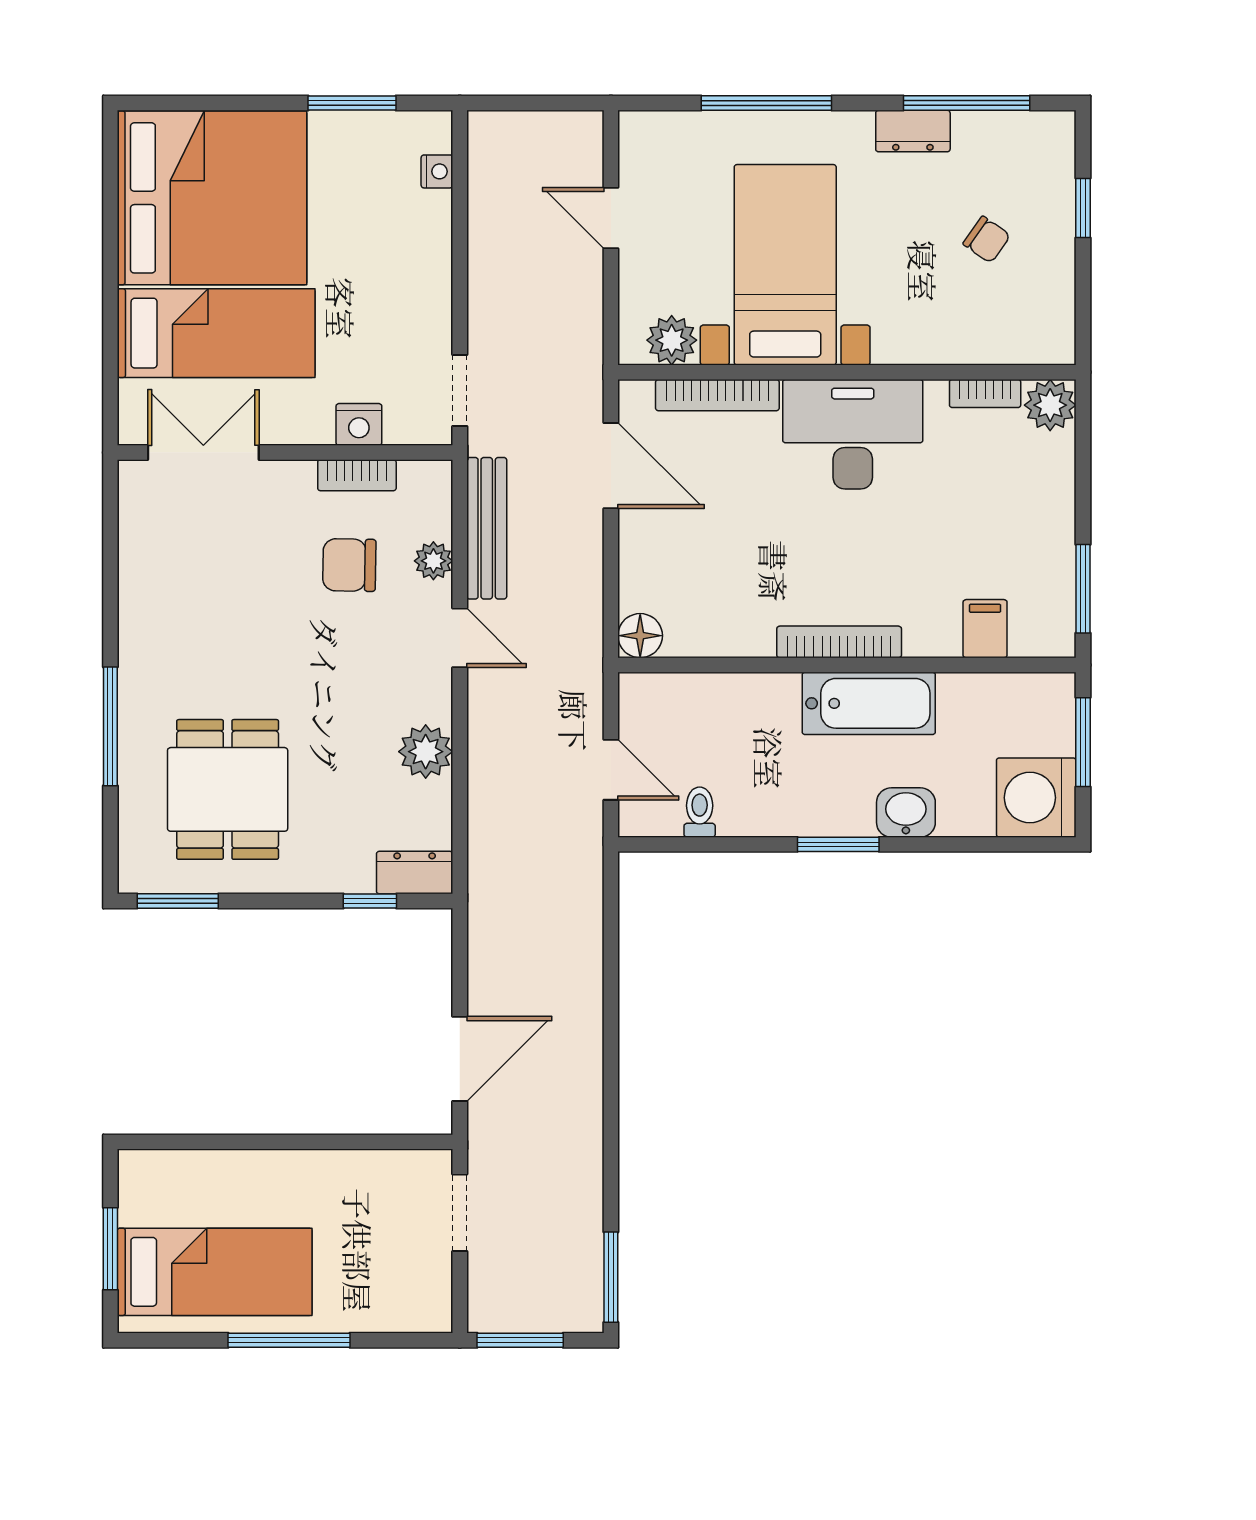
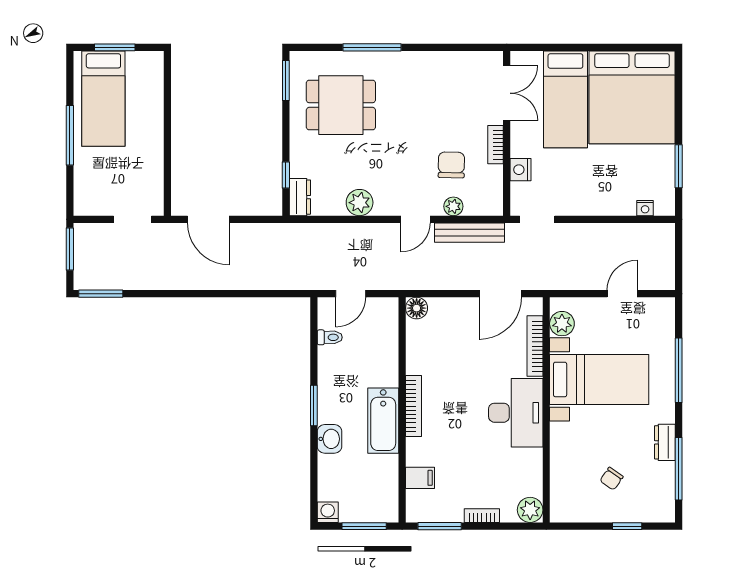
bookcase: (985, 393) -> (482, 516), moved, turned 90
bookcase: (357, 475) -> (496, 145), moved
washing machine: (1036, 798) -> (328, 512), width x0.53, depth x0.53

